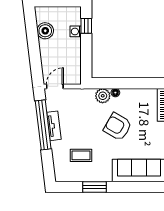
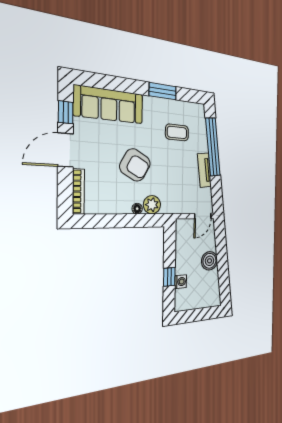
window: (86, 26) -> (169, 277), moved
boiler: (45, 31) -> (210, 261), moved
window: (43, 125) -> (213, 147), moved

